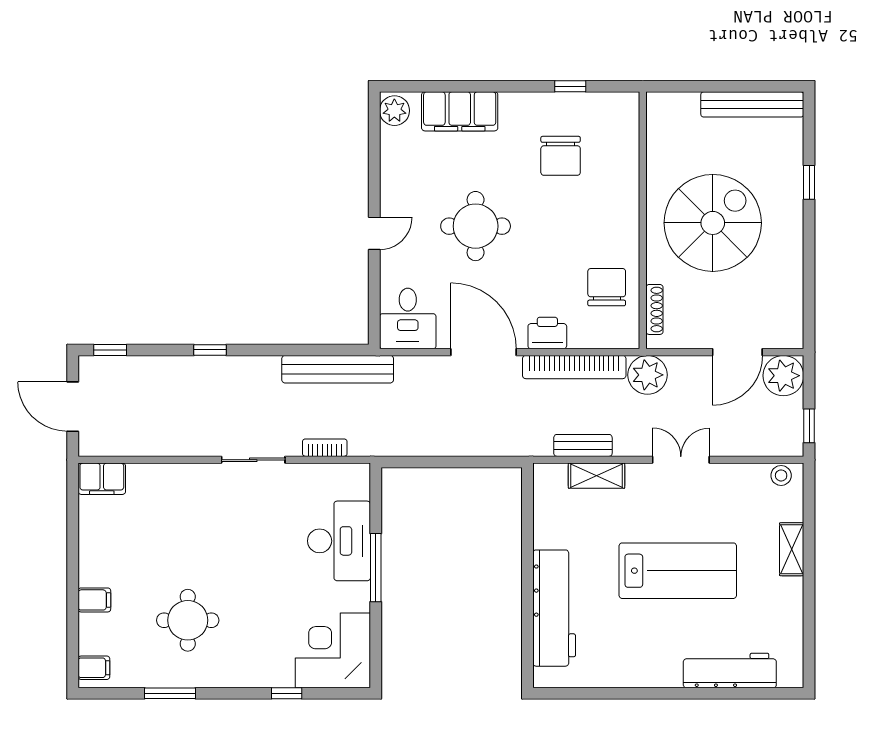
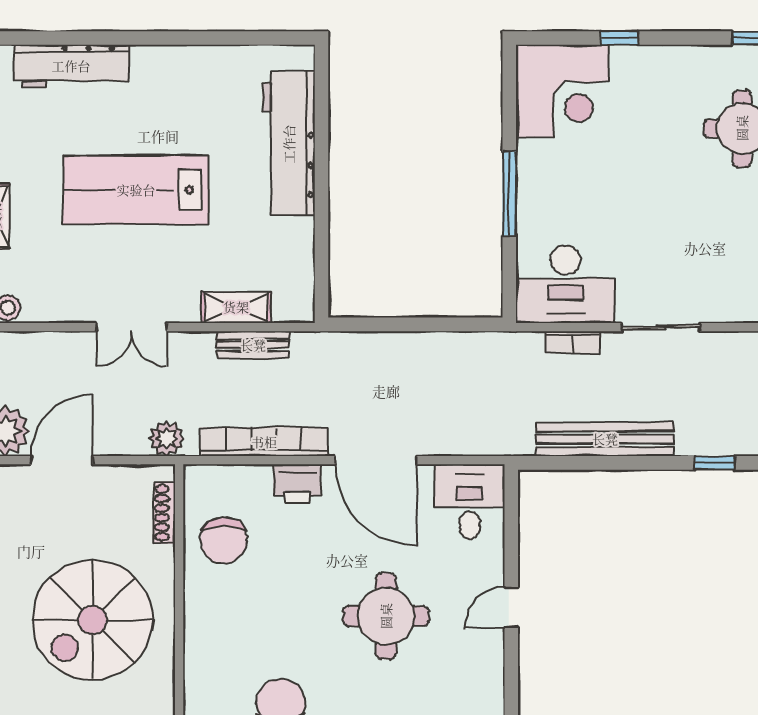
bench: (338, 369) -> (605, 439), moved
plant: (647, 375) -> (167, 439), width x0.73, depth x0.73
desk: (339, 541) -> (565, 284), moved, turned -90

